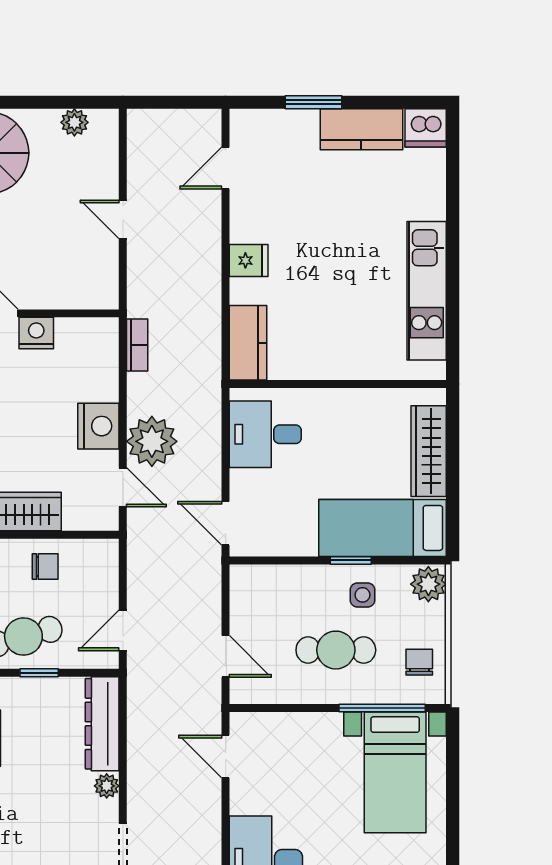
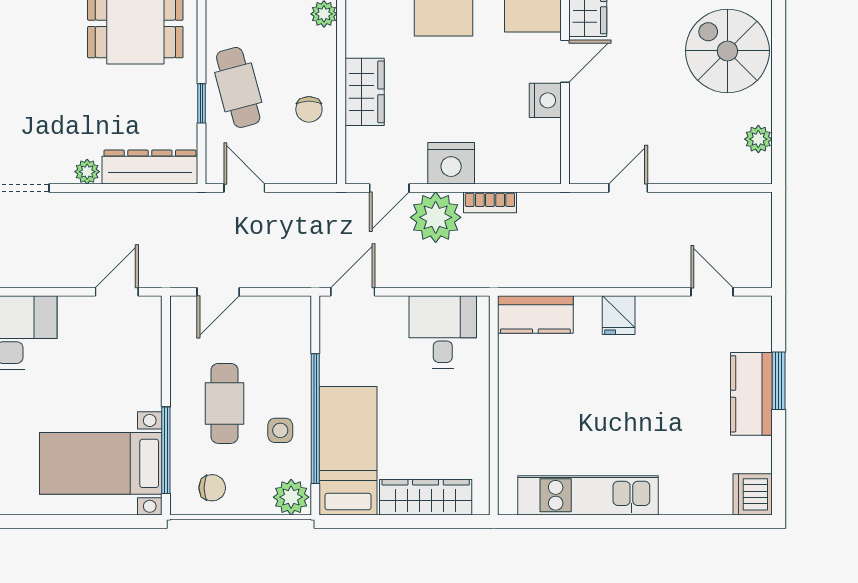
kitchen counter: (361, 129) -> (751, 394), moved
door: (123, 219) -> (628, 188), moved
bookcase: (137, 345) -> (490, 202), moved
window: (351, 560) -> (315, 419), width x3.17

